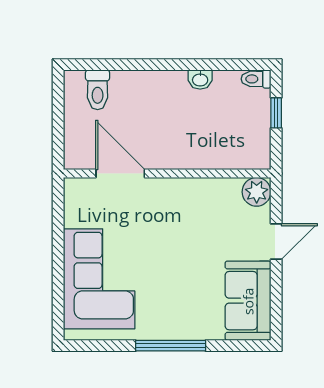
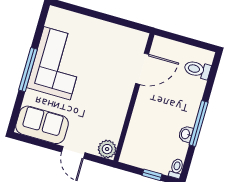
window: (179, 65) -> (199, 124), added
corner sofa: (99, 279) -> (57, 63), moved, turned -90

